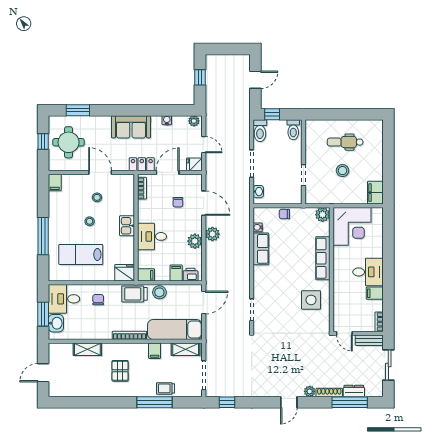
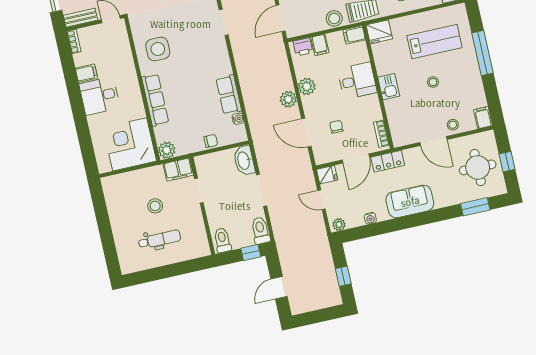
washbasin: (258, 192) -> (244, 161), width x1.91, depth x1.45
filing cabinet: (375, 193) -> (178, 169), moved, turned 90
stool: (97, 197) -> (453, 125), moved

